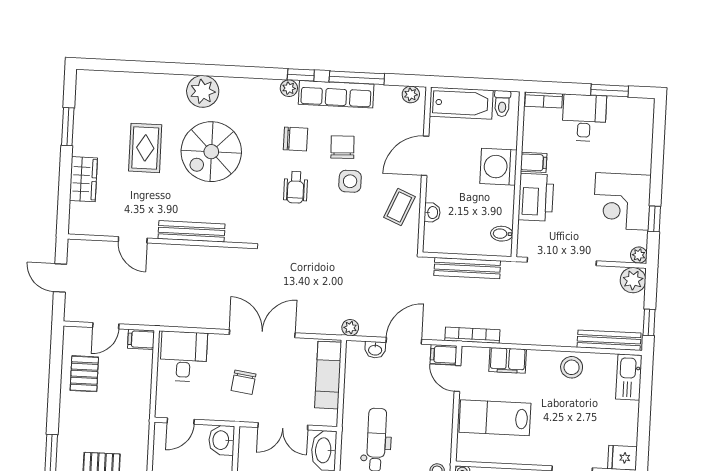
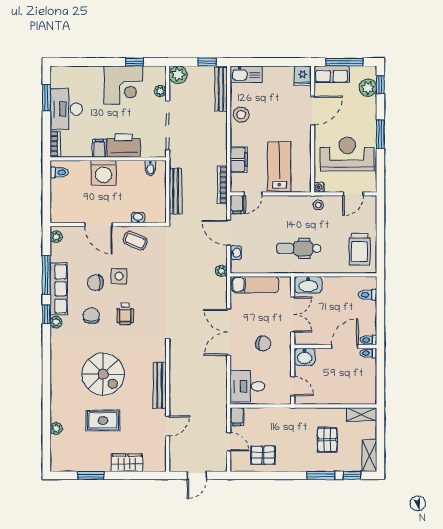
plant: (203, 91) -> (56, 428), moved, width x0.53, depth x0.53
bathtub: (461, 103) -> (60, 201), removed
desk: (584, 118) -> (66, 109), width x1.37
wheelchair: (296, 187) -> (125, 314), turned 90
plant: (639, 255) -> (160, 91), moved
lab bench: (495, 418) -> (279, 166), turned 180

